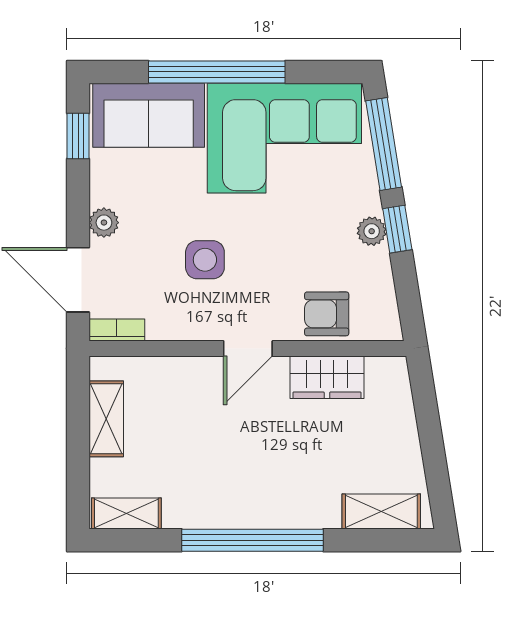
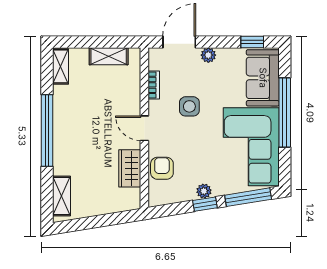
bookcase: (117, 330) -> (154, 85), moved

